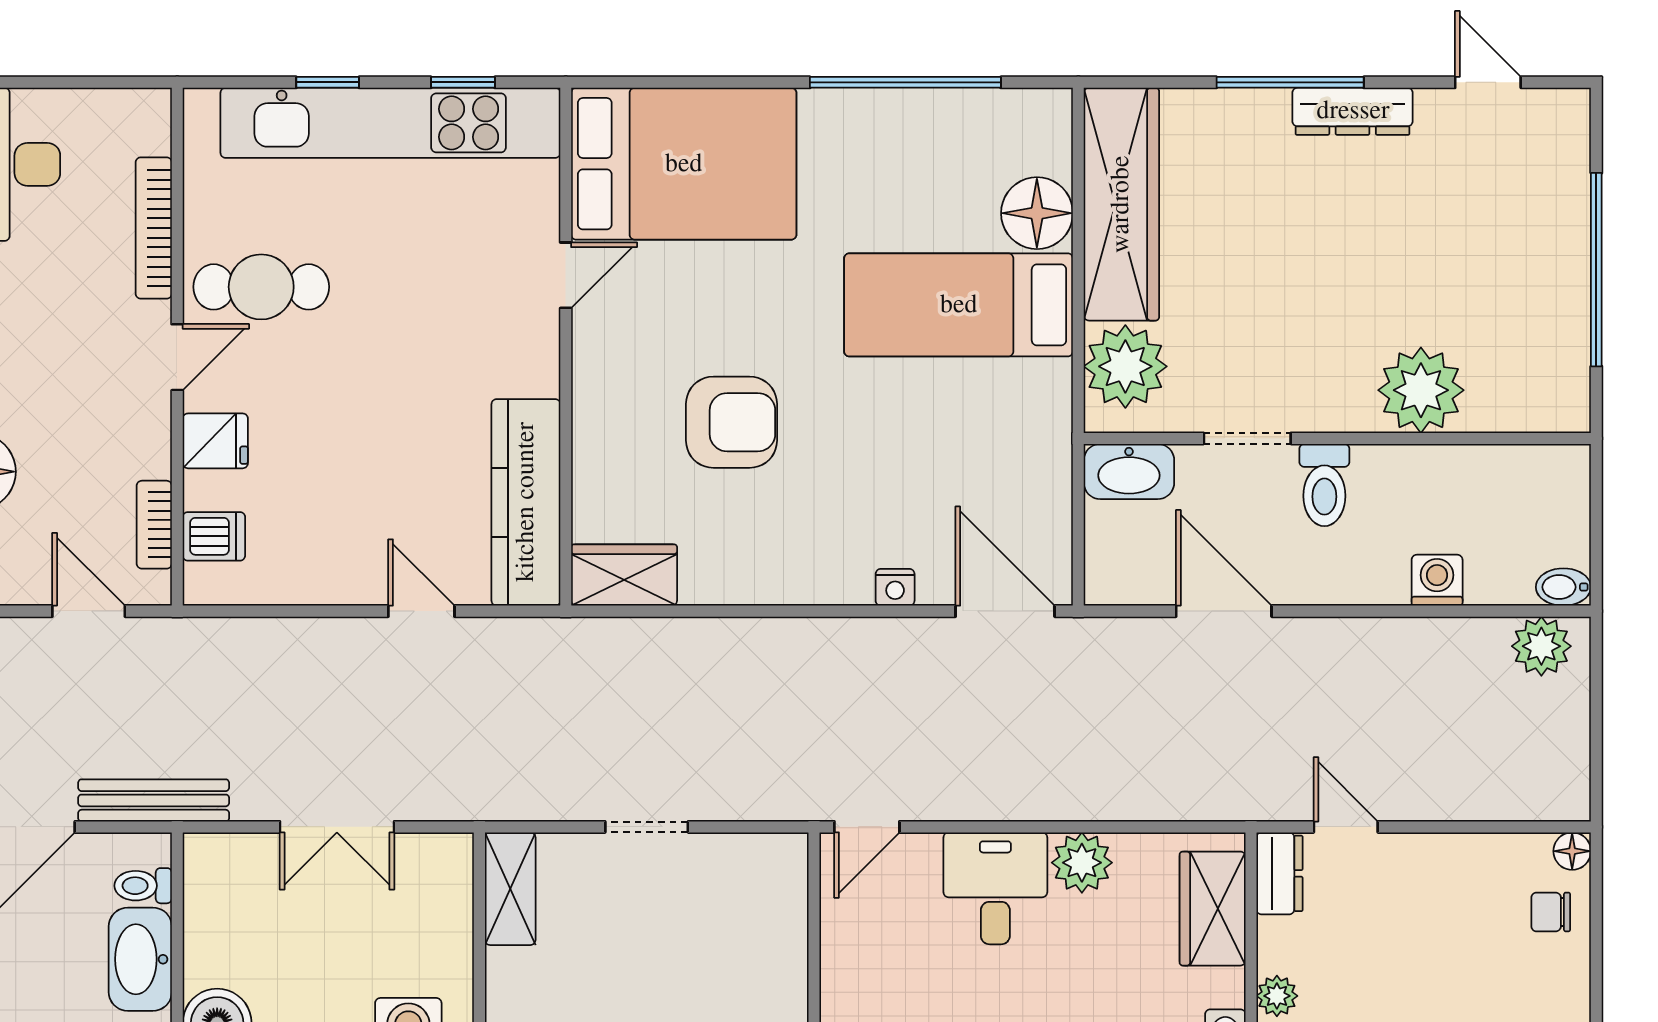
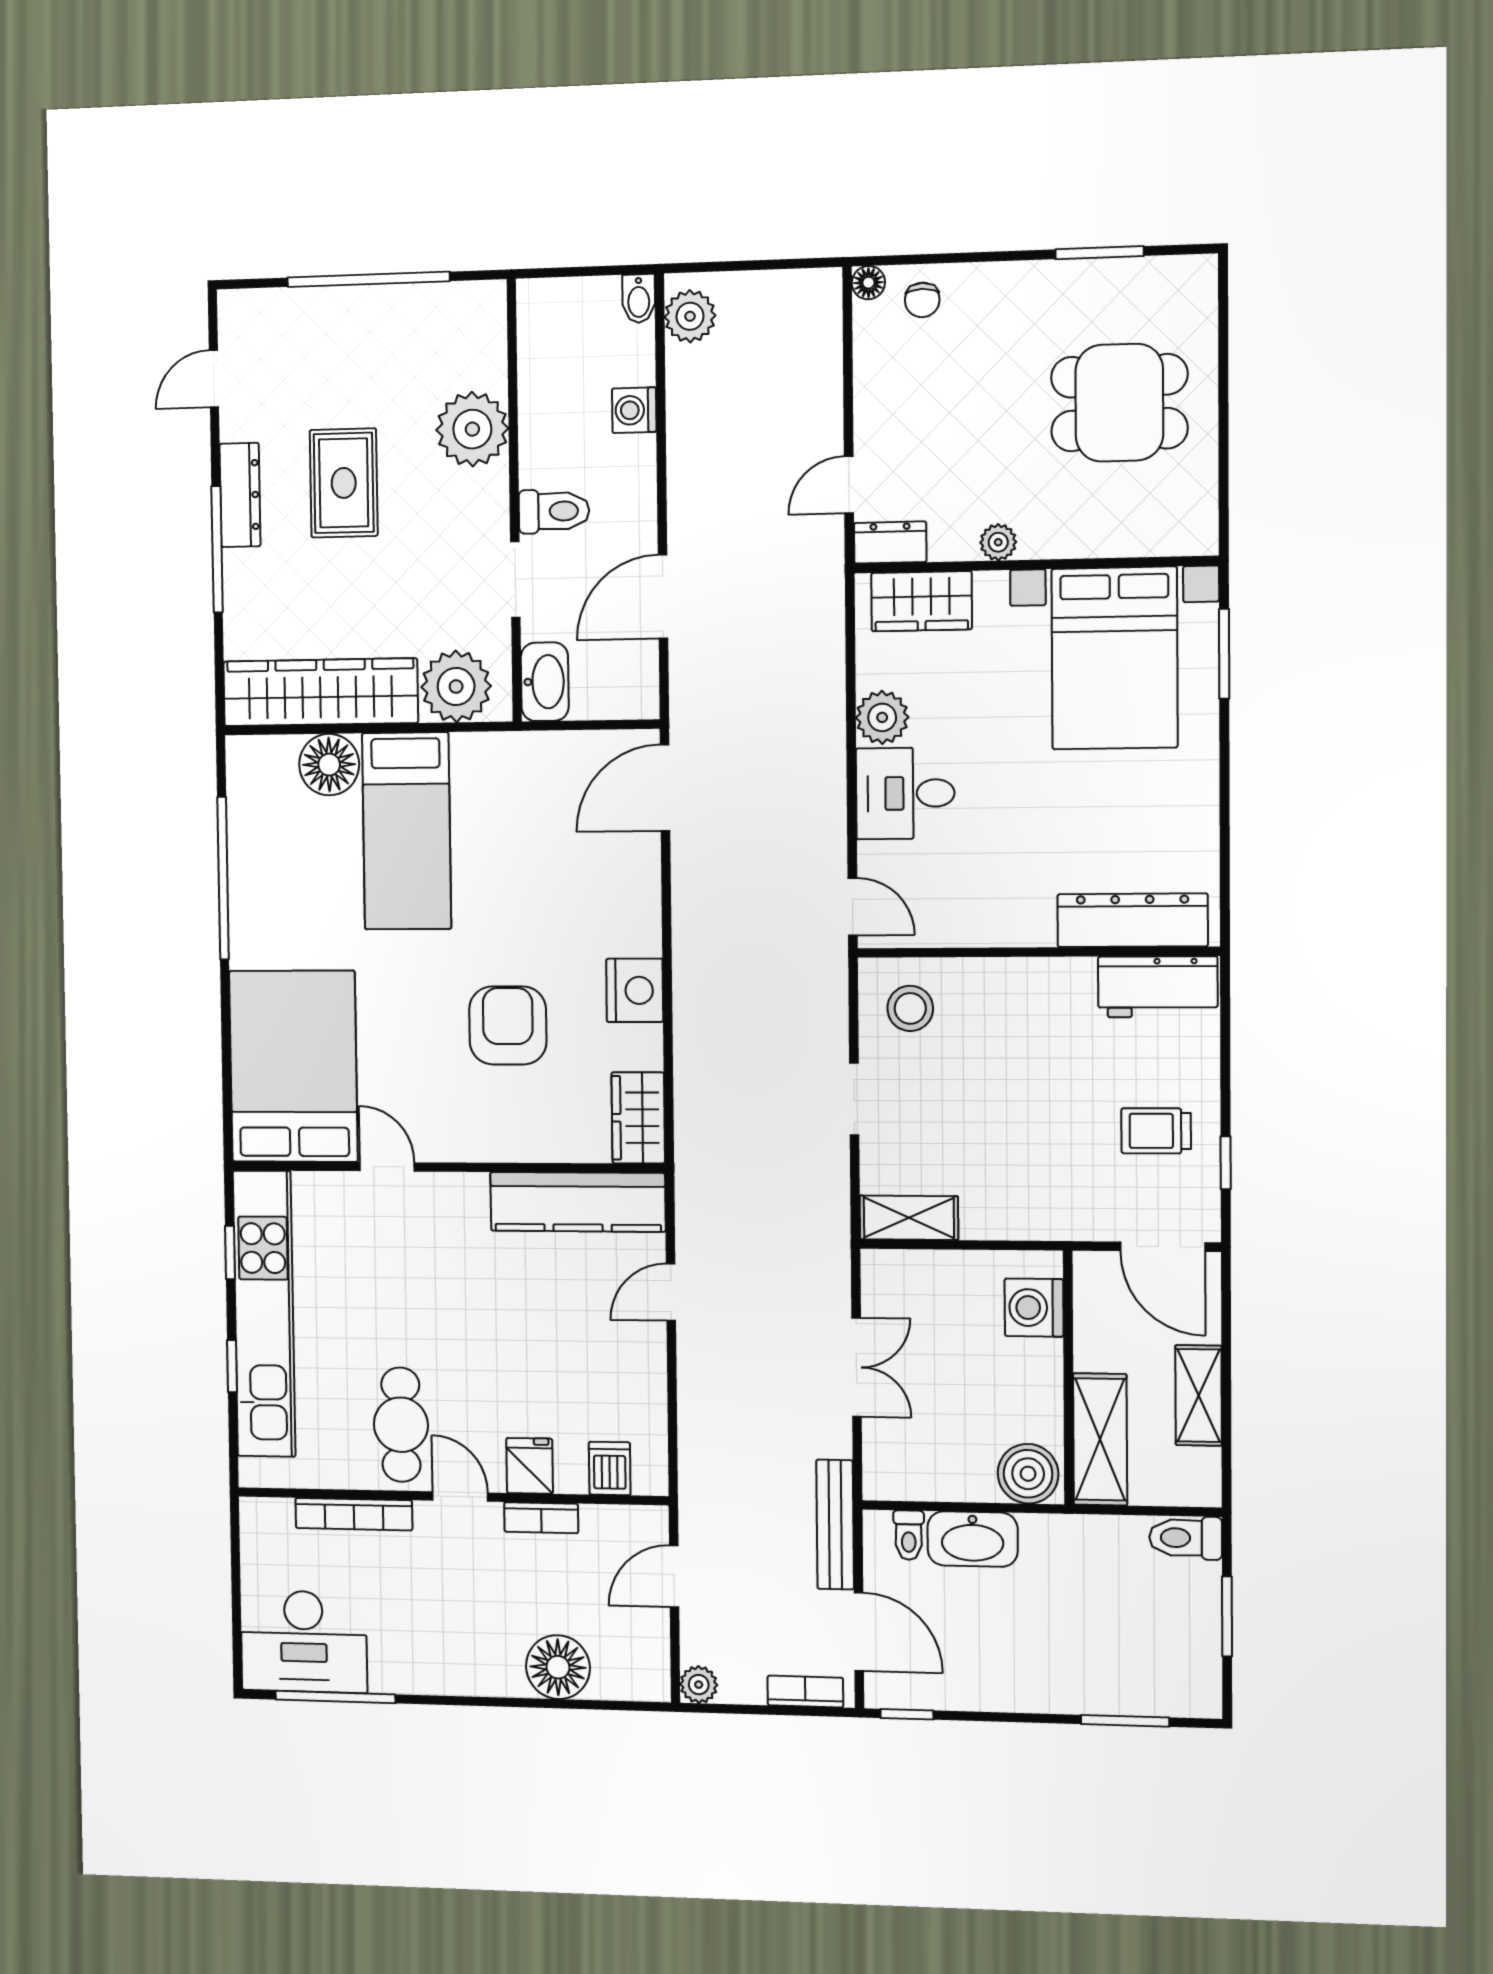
rug: (1363, 236) -> (344, 483), added
bookcase: (154, 525) -> (541, 1518), moved
nightstand: (895, 587) -> (635, 990), moved, width x1.89, depth x1.79
stool: (750, 892) -> (910, 1008), added

